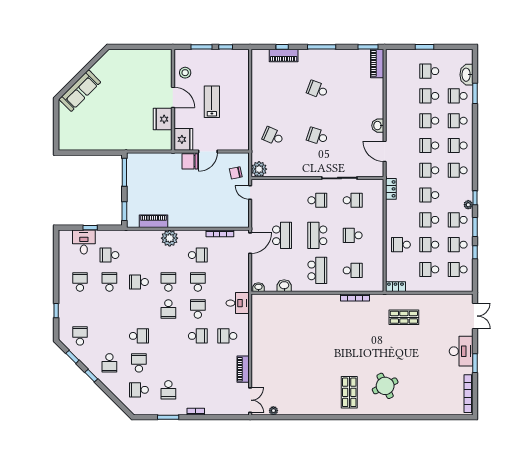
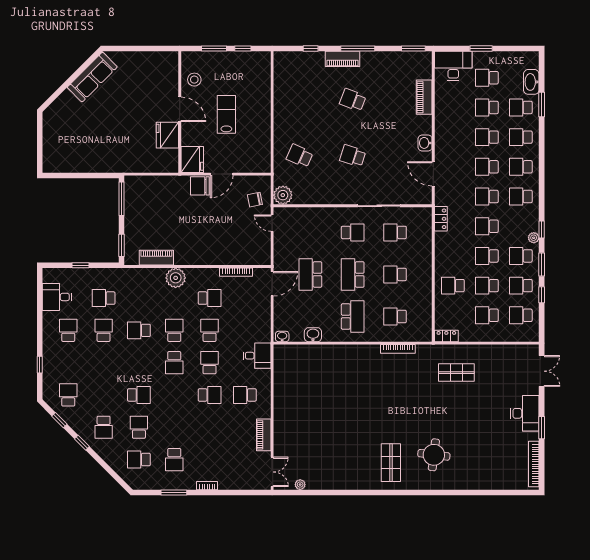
piano: (284, 55) -> (343, 59), moved
desk: (401, 61) -> (453, 66), added
piano: (377, 63) -> (424, 97), moved
sofa: (80, 91) -> (92, 77), moved
school desk: (353, 200) -> (395, 232), turned 180
school desk: (282, 235) -> (310, 274), turned 180
desk: (84, 242) -> (57, 297), moved, turned -90
school desk: (353, 270) -> (395, 316), turned 180
round table: (385, 386) -> (434, 455), turned 33

